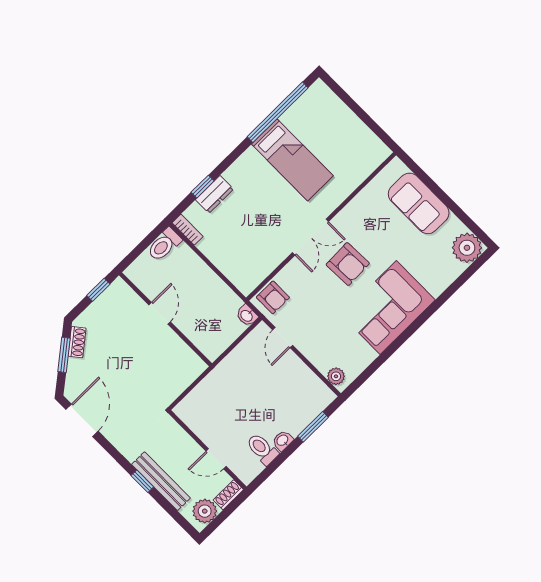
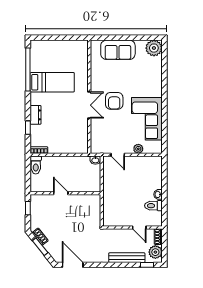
dresser: (215, 194) -> (36, 115), moved
armchair: (348, 264) -> (114, 101), turned 92
armchair: (273, 297) -> (98, 143), removed
corner sofa: (388, 307) -> (147, 119), moved
plant: (336, 376) -> (138, 149), moved
window: (313, 427) -> (164, 177), removed
door: (216, 459) -> (139, 227), hinge flipped
window: (142, 481) -> (147, 265), moved

